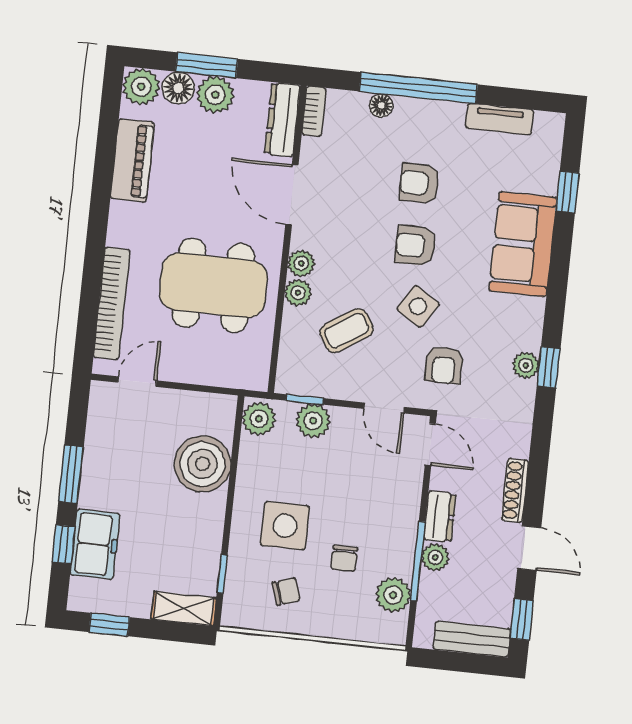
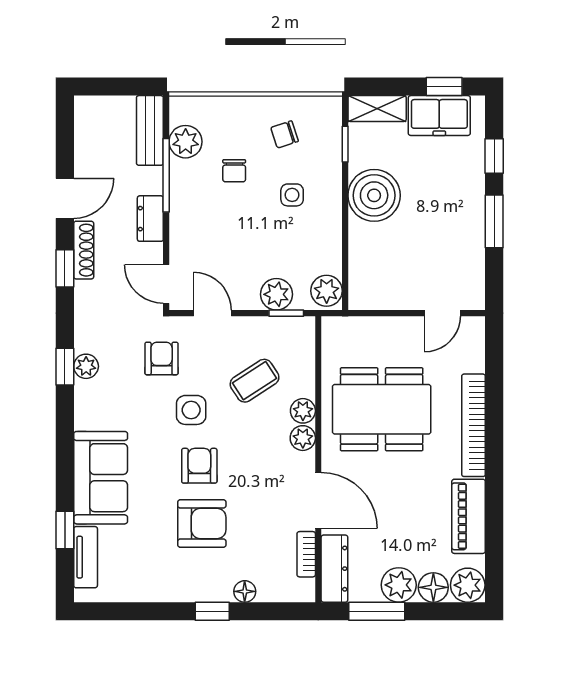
window: (207, 65) -> (377, 611), moved
window: (418, 88) -> (212, 611), width x0.32
bookcase: (314, 111) -> (306, 554), moved
tv unit: (500, 119) -> (86, 557), moved, turned 90
armchair: (419, 183) -> (202, 524), width x1.38, depth x1.38
armchair: (416, 246) -> (199, 466), turned -90
bookcase: (112, 303) -> (474, 425), moved
side table: (418, 306) -> (191, 410), turned -32
boiler: (202, 464) -> (374, 195), moved
side table: (285, 526) -> (292, 195), width x0.54, depth x0.54
freezer: (95, 544) -> (439, 116), moved, turned -90
door: (529, 548) -> (65, 198), swing flipped
plant: (435, 557) -> (150, 181), removed
chair: (344, 558) -> (234, 171), turned 180
window: (522, 619) -> (65, 268), moved
bench: (472, 639) -> (150, 130), moved, turned 90

